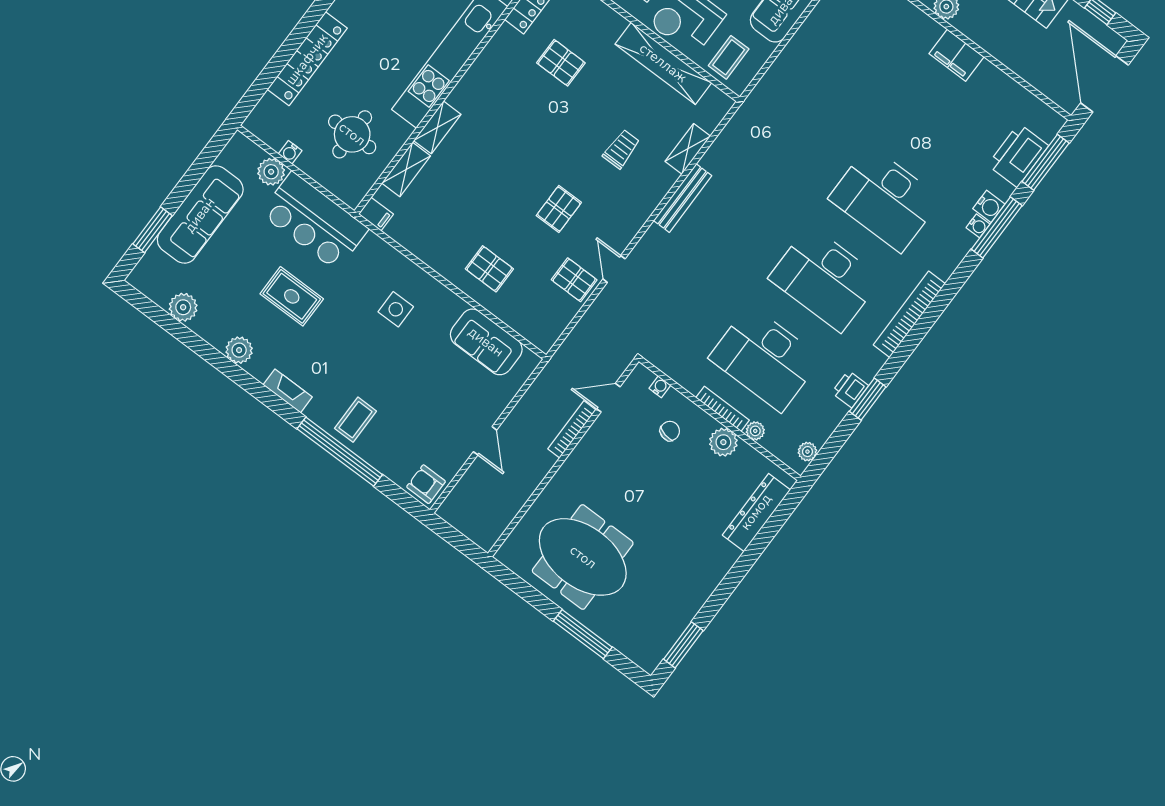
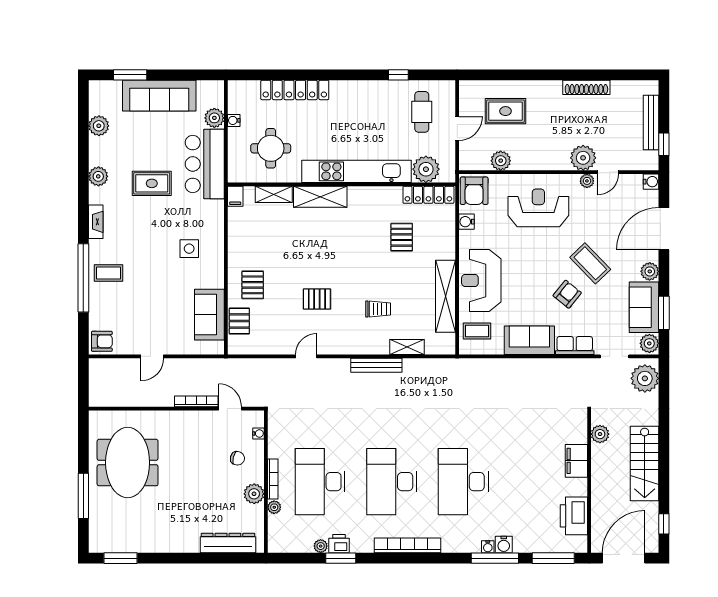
shelving: (437, 127) -> (320, 197), width x1.50, depth x1.33
printer: (1018, 155) -> (574, 516), moved, turned -90
pallet: (574, 280) -> (239, 321), moved
rug: (292, 296) -> (152, 183), turned 90
plant: (807, 452) -> (321, 546), moved
armchair: (426, 484) -> (102, 341), turned 90

